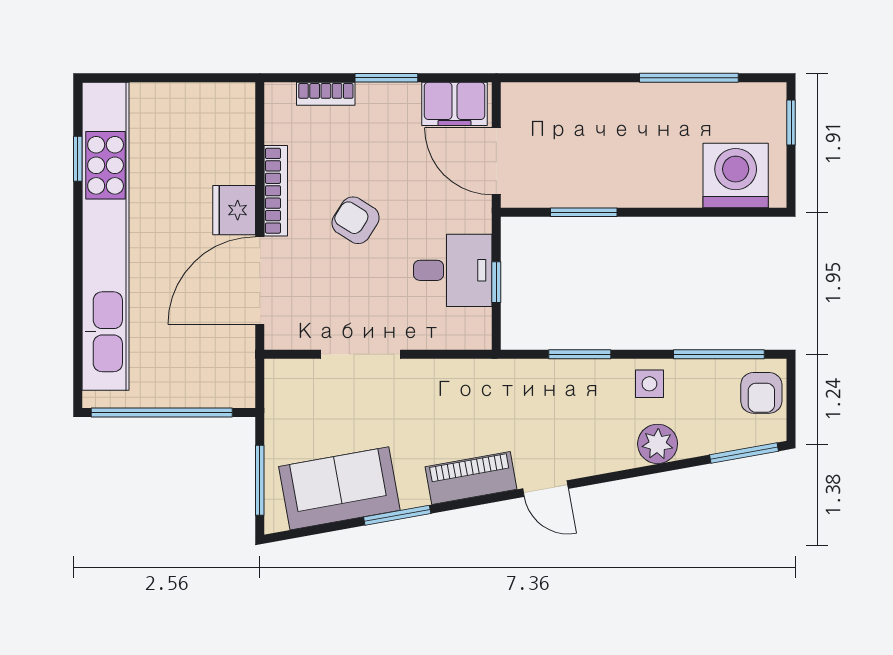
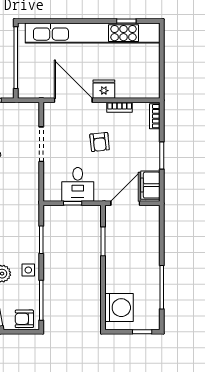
bookcase: (326, 94) -> (155, 116), moved
bookcase: (276, 191) -> (120, 107), width x0.64
armchair: (356, 220) -> (100, 142), turned 142

